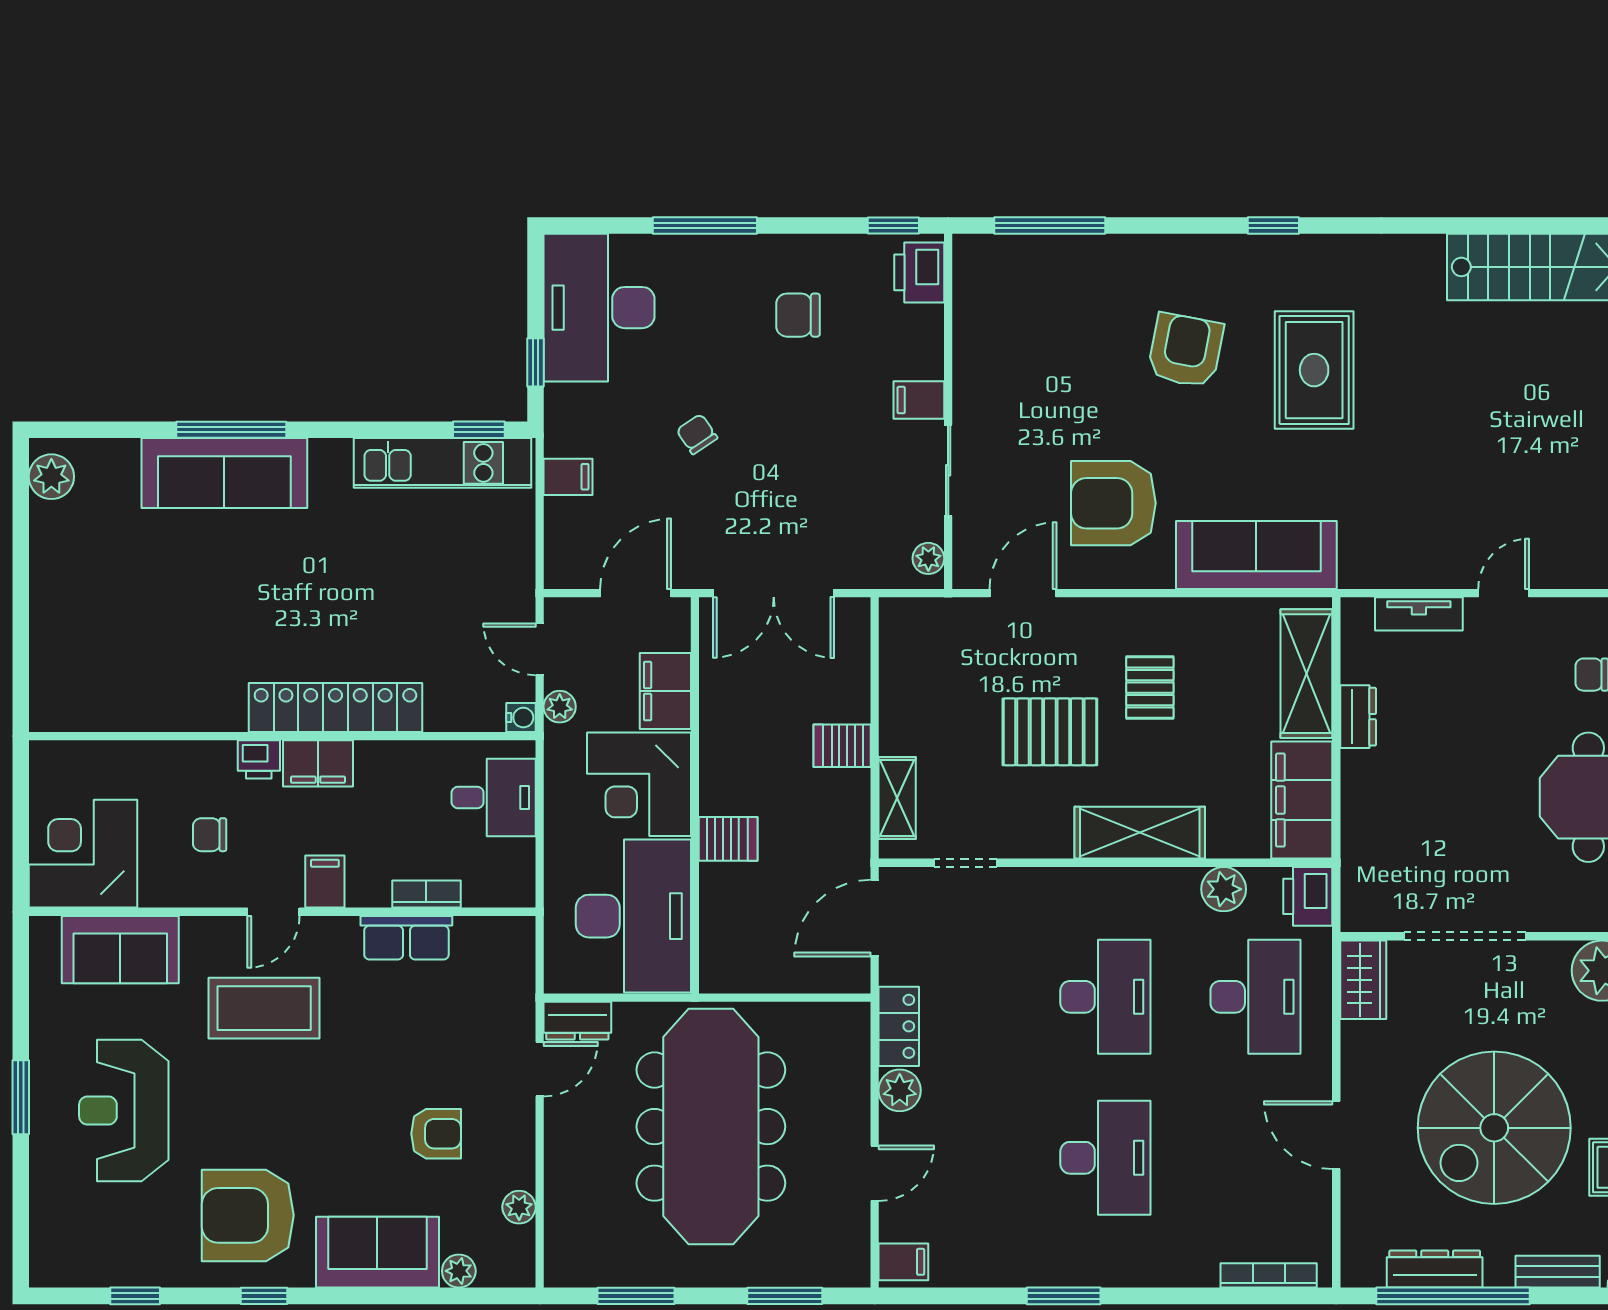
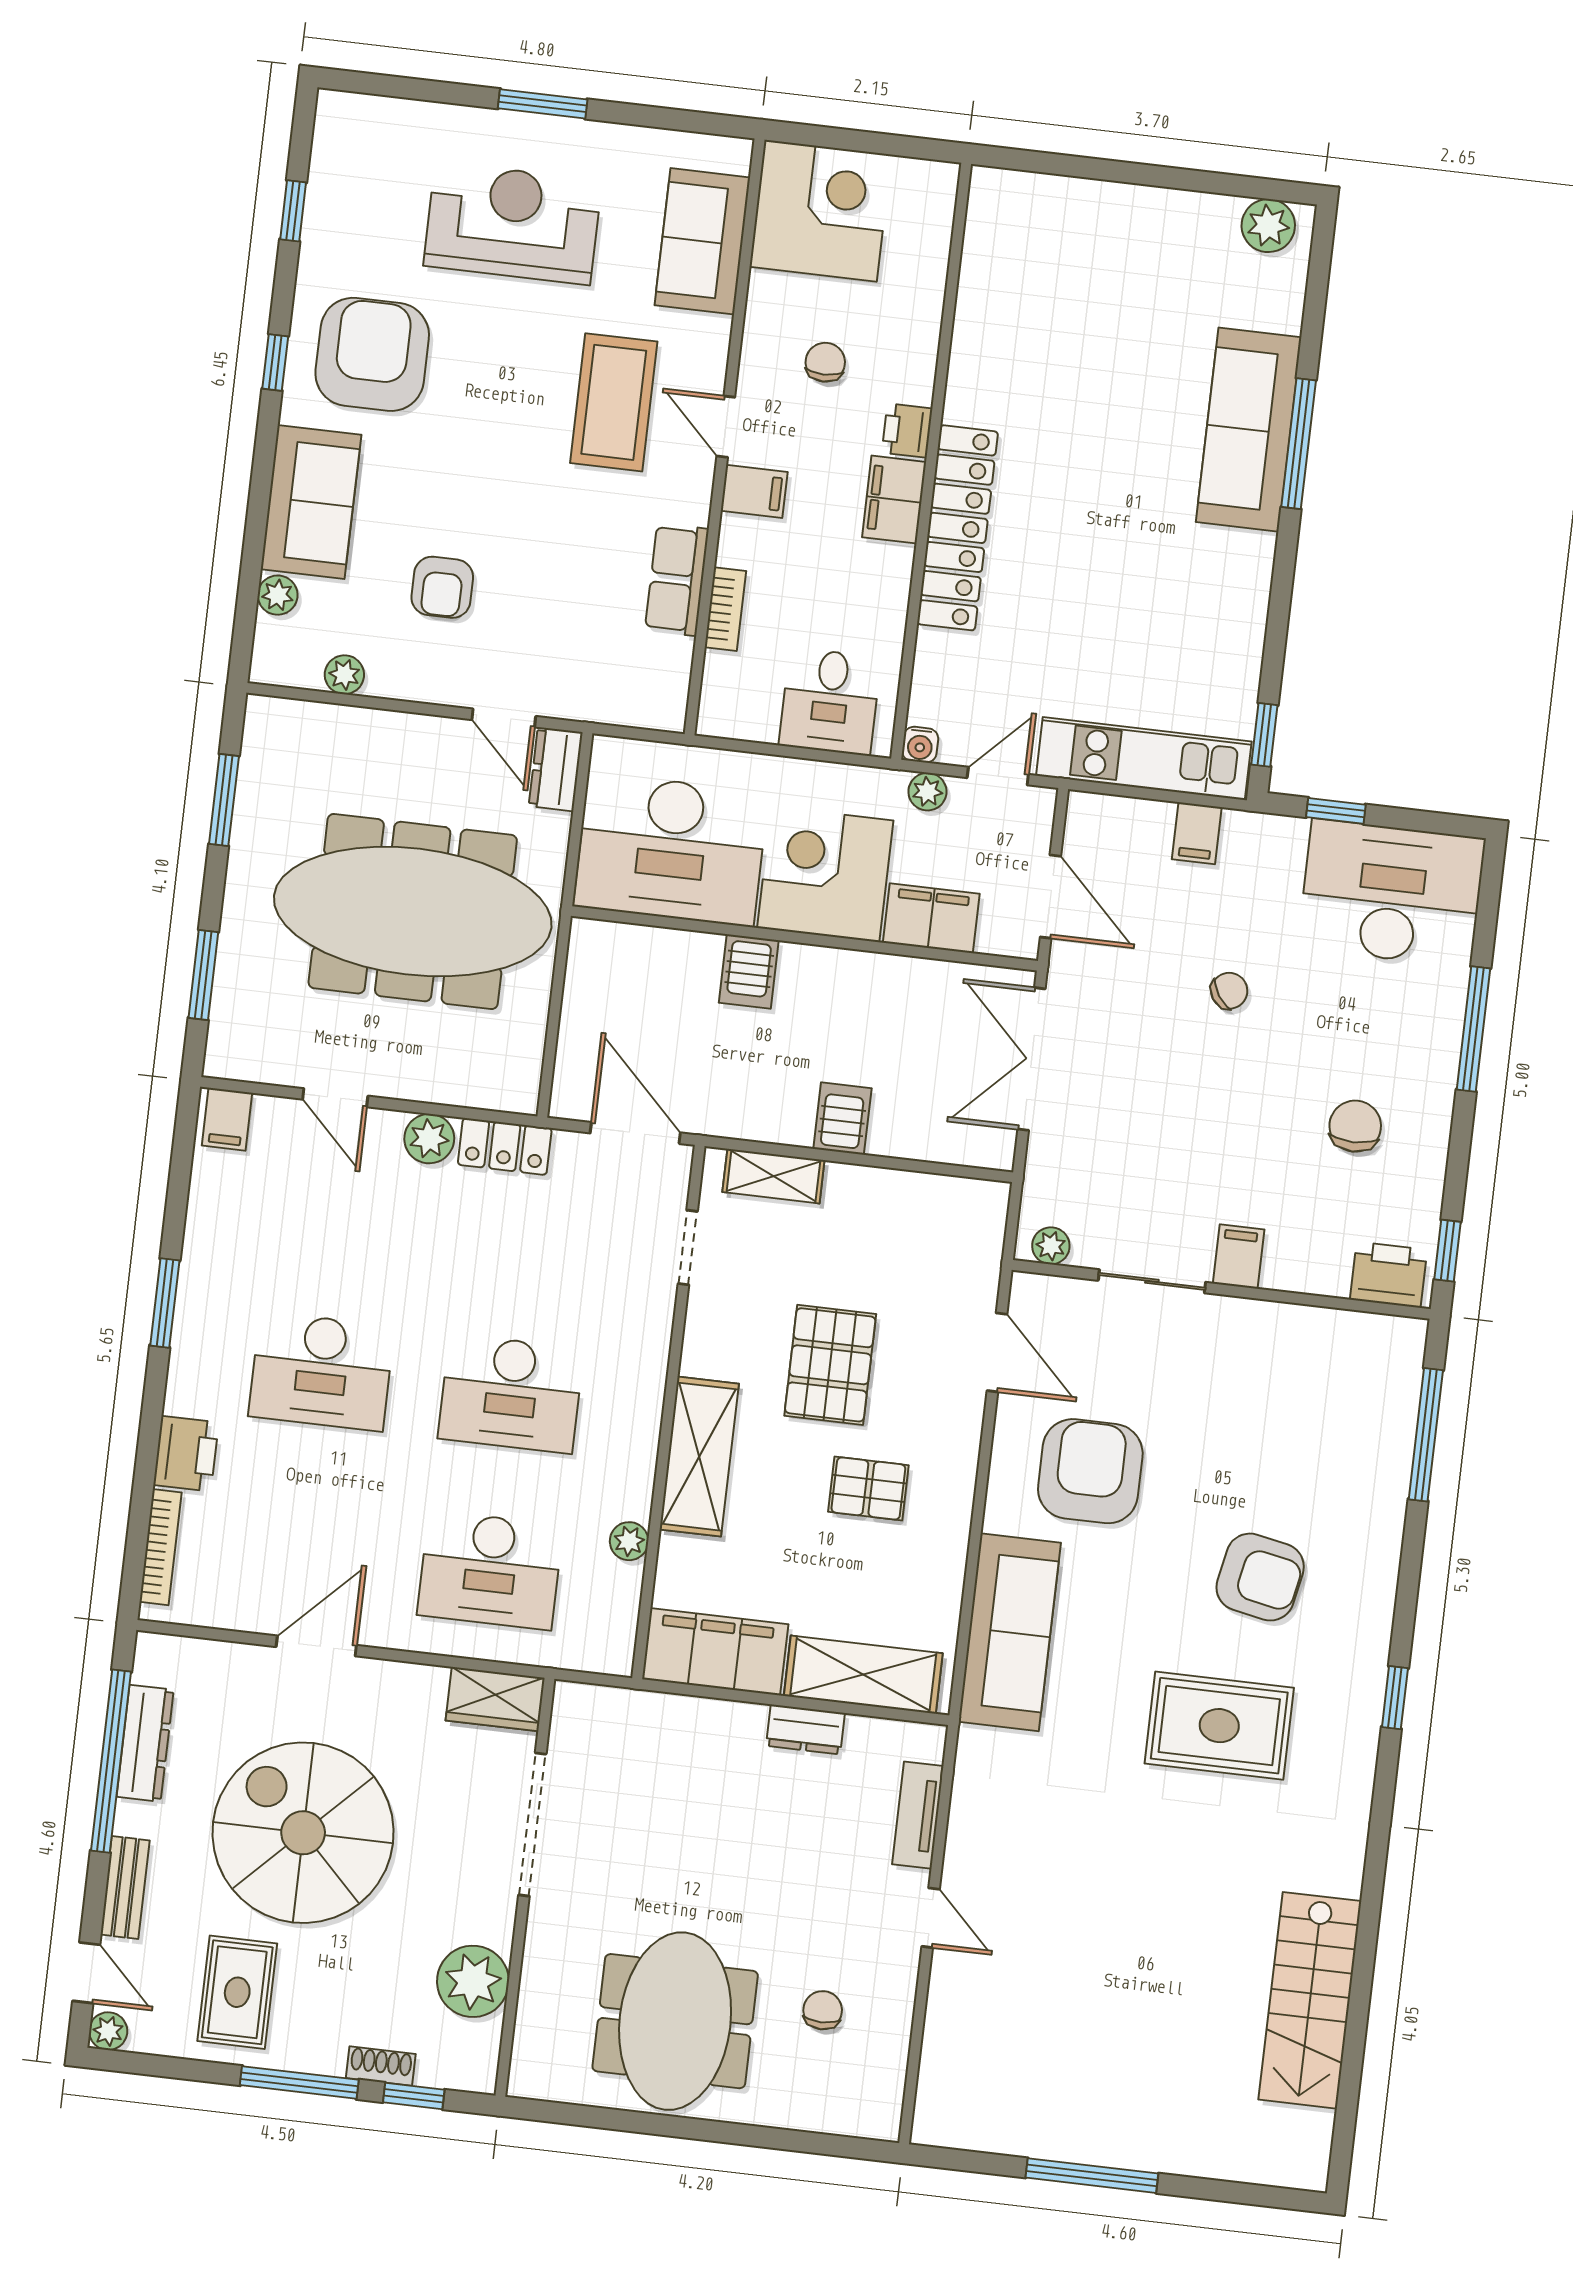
kitchen unit: (443, 463) -> (1144, 758), moved, turned 90
plant: (1224, 889) -> (629, 1541), width x0.73, depth x0.73
printer: (1308, 896) -> (186, 1454), moved, turned 90

